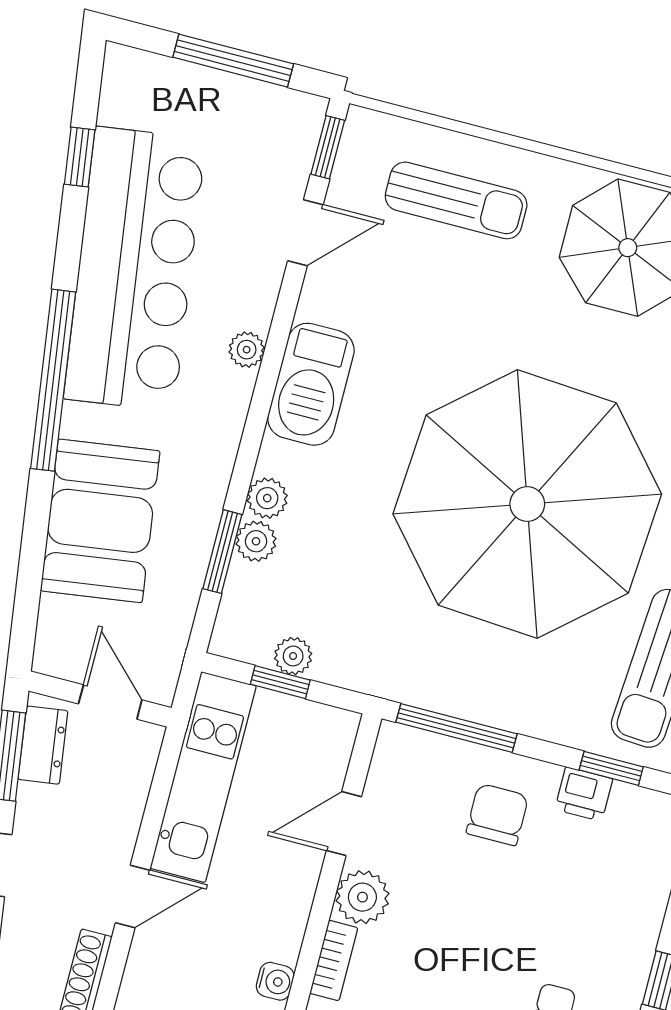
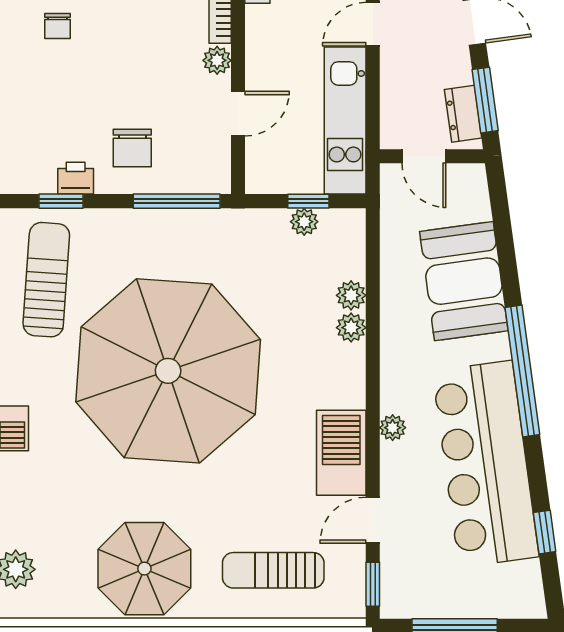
barbecue: (311, 384) -> (341, 453), moved
window: (222, 552) -> (373, 282), removed
plant: (362, 897) -> (217, 60), width x0.73, depth x0.73

